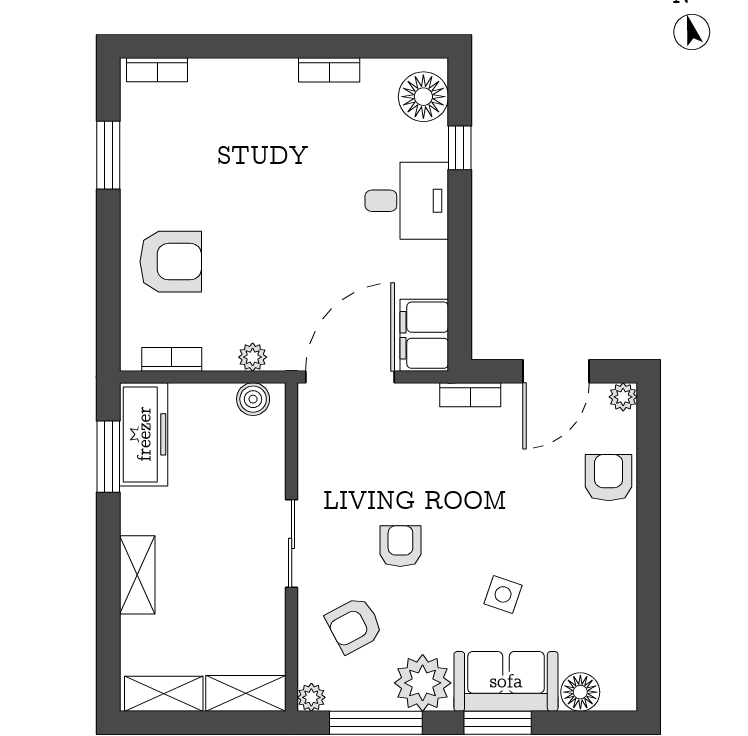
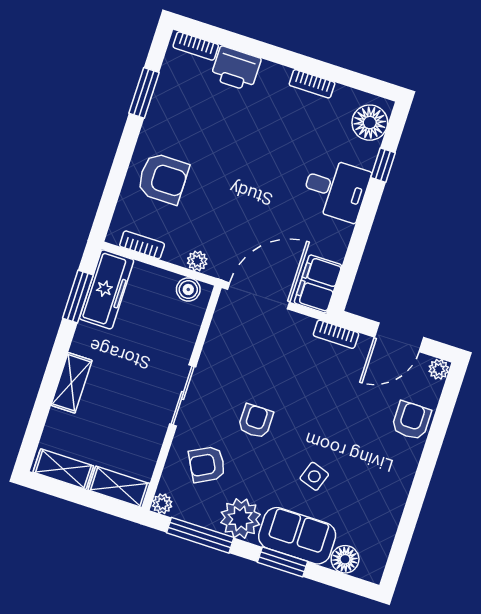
printer: (221, 83) -> (236, 69), added

